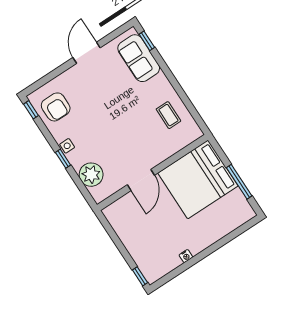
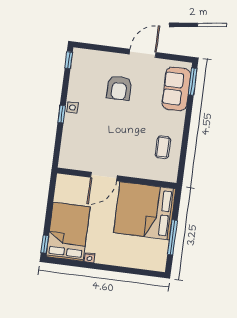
window: (147, 41) -> (193, 82), width x1.50
armchair: (56, 107) -> (119, 88), moved
plant: (91, 175) -> (72, 142), removed
bed: (150, 250) -> (68, 232), added

